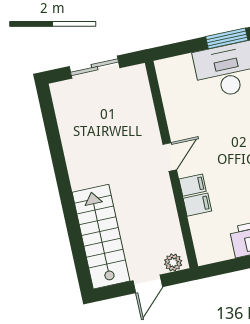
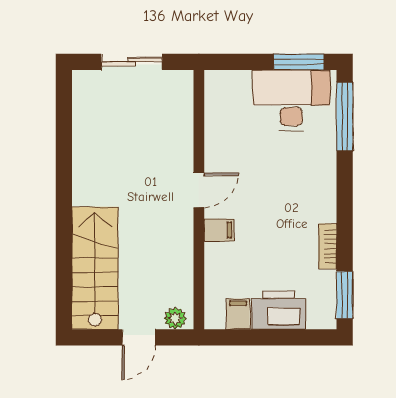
filing cabinet: (197, 205) -> (238, 314), moved, turned -90

